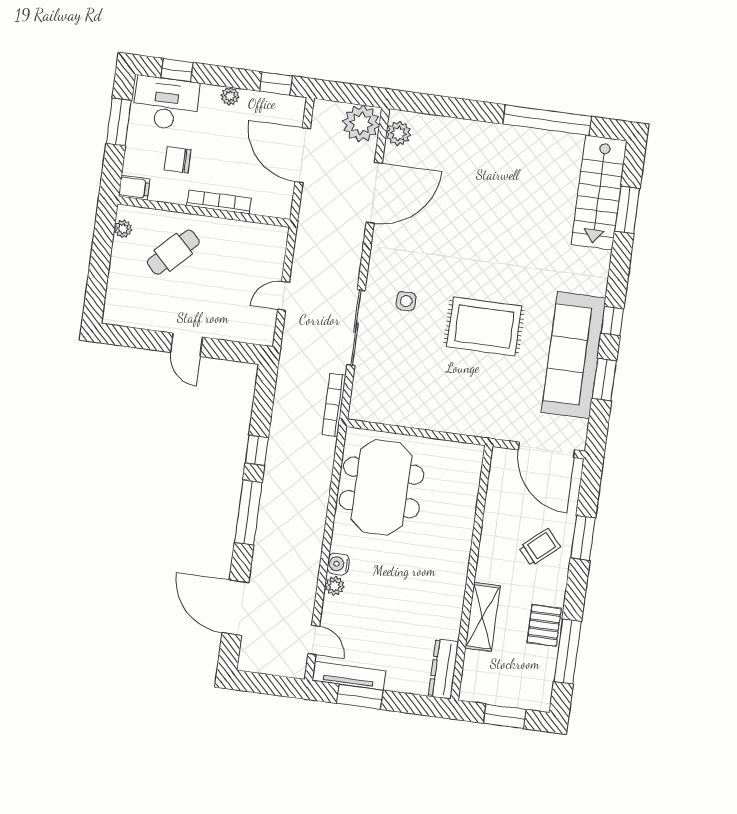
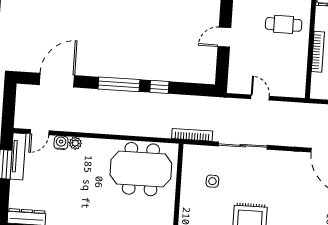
cafe table: (173, 252) -> (284, 24), turned -45
side table: (406, 301) -> (212, 181), moved
water cooler: (338, 564) -> (61, 143), moved

